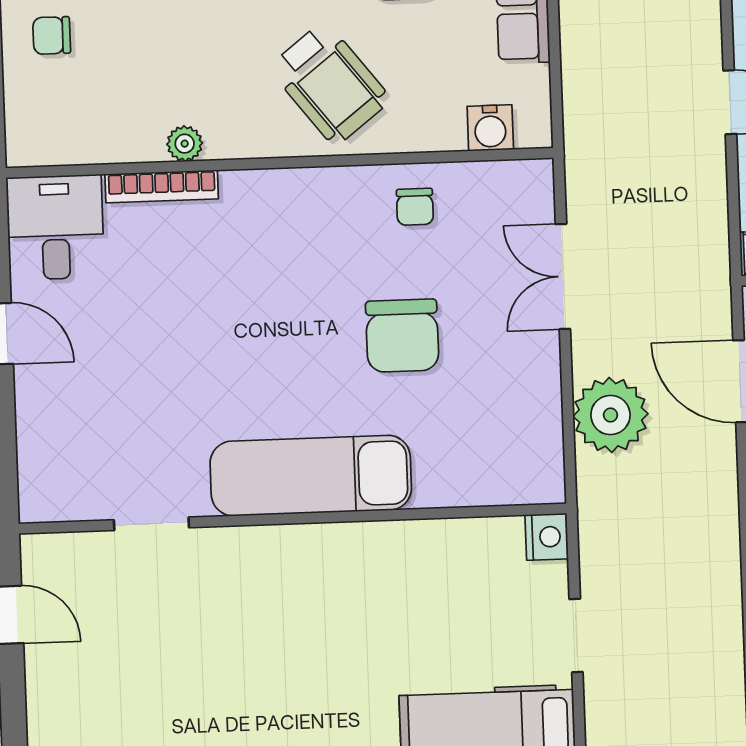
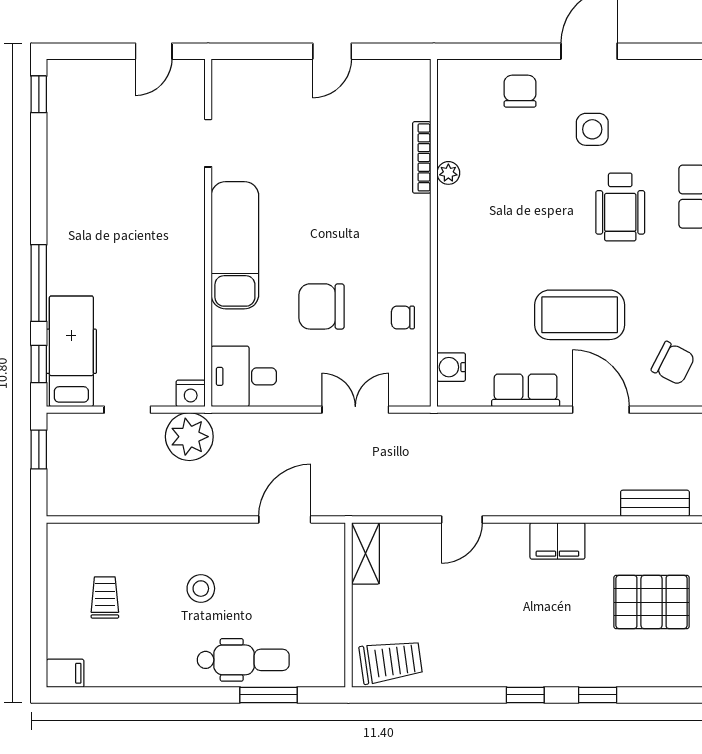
chair: (52, 35) -> (520, 91), width x1.37, depth x1.37
wheelchair: (330, 84) -> (483, 266), removed
desk: (55, 227) -> (244, 376), moved, turned 180
plant: (610, 415) -> (189, 437), moved

